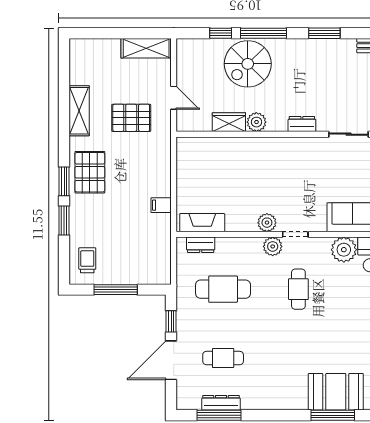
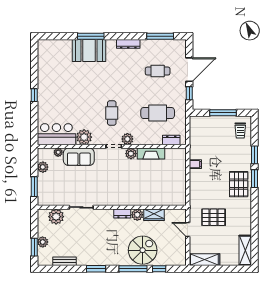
shelving: (79, 111) -> (245, 250), moved
dresser: (302, 124) -> (122, 214), moved
fireplace: (202, 223) -> (151, 153), moved
dresser: (221, 403) -> (128, 44), moved

